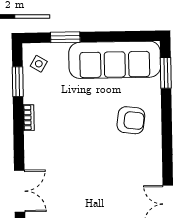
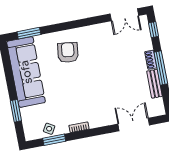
side table: (39, 64) -> (49, 129), moved

